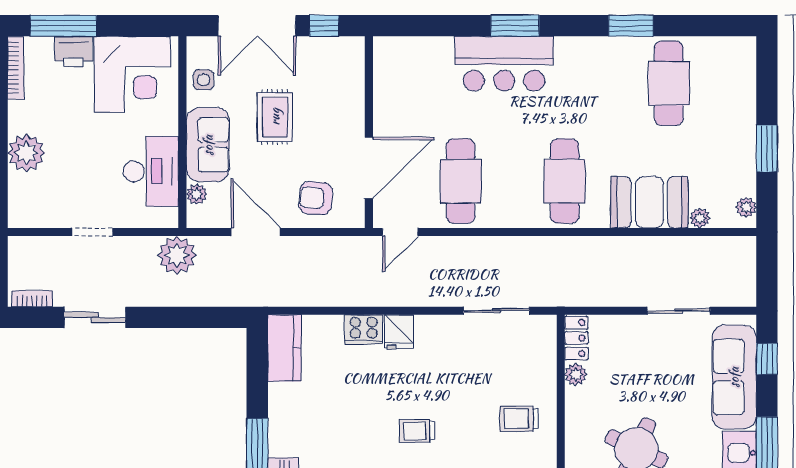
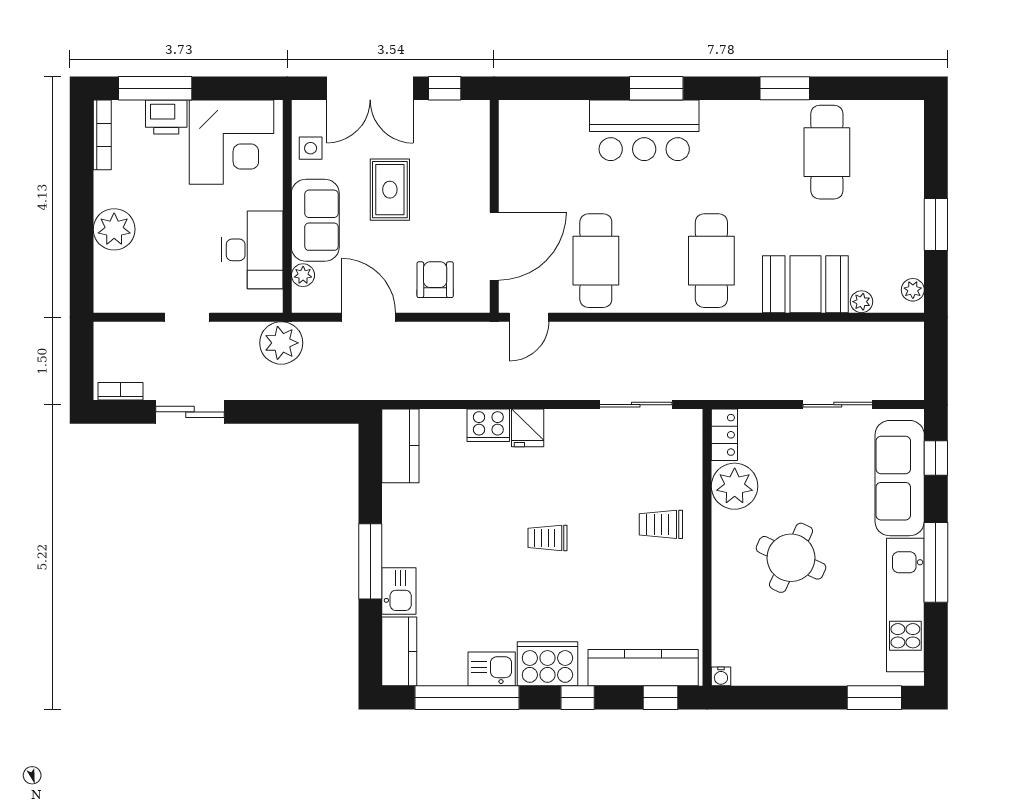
armchair: (316, 198) -> (435, 280), turned 85
plant: (576, 375) -> (735, 486), width x1.87, depth x1.87

